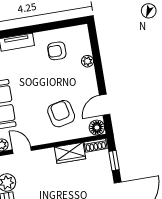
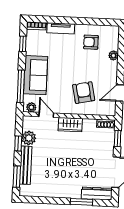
floor lamp: (97, 128) -> (110, 110), removed
wardrobe: (70, 153) -> (70, 125), moved

